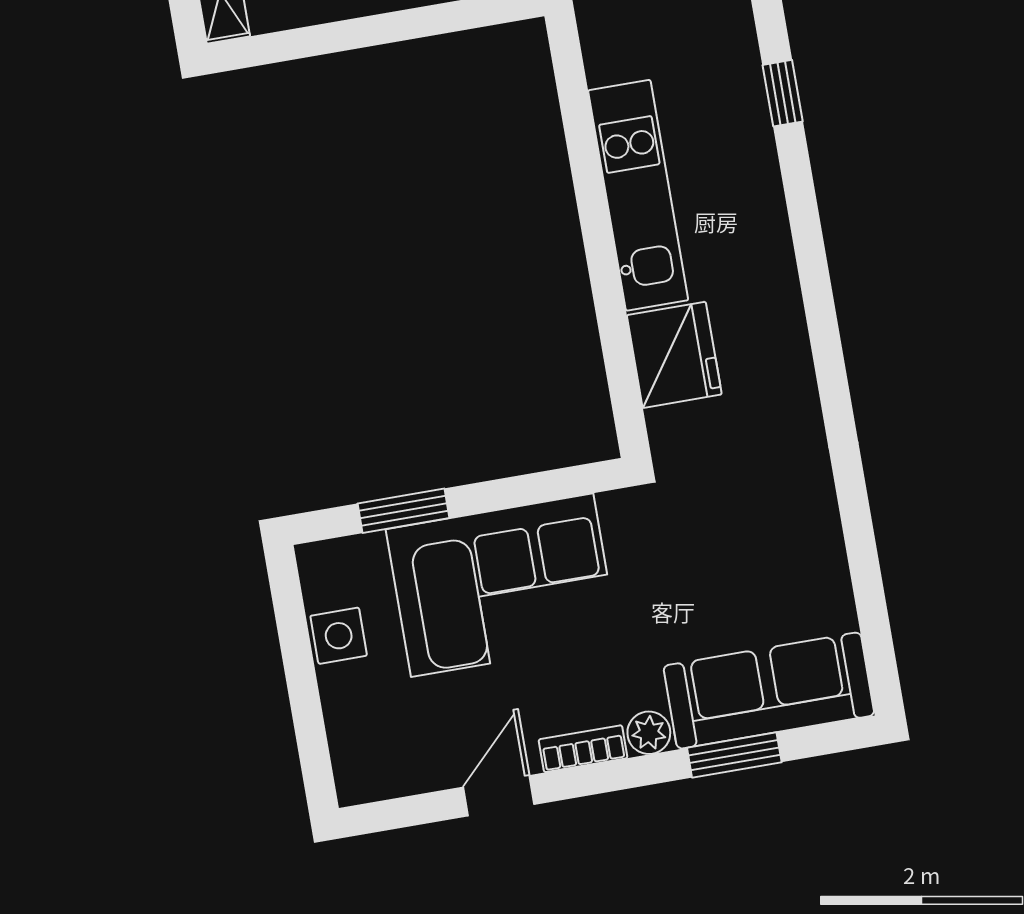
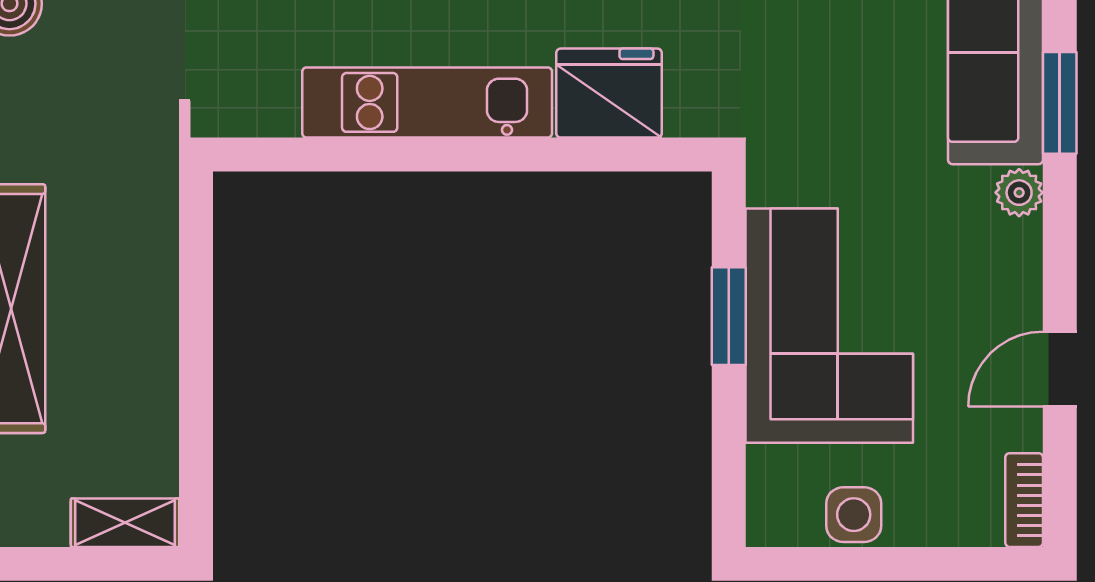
window: (403, 511) -> (729, 316), moved
bookcase: (583, 749) -> (1024, 500), moved
door: (499, 796) -> (1060, 369), hinge flipped

